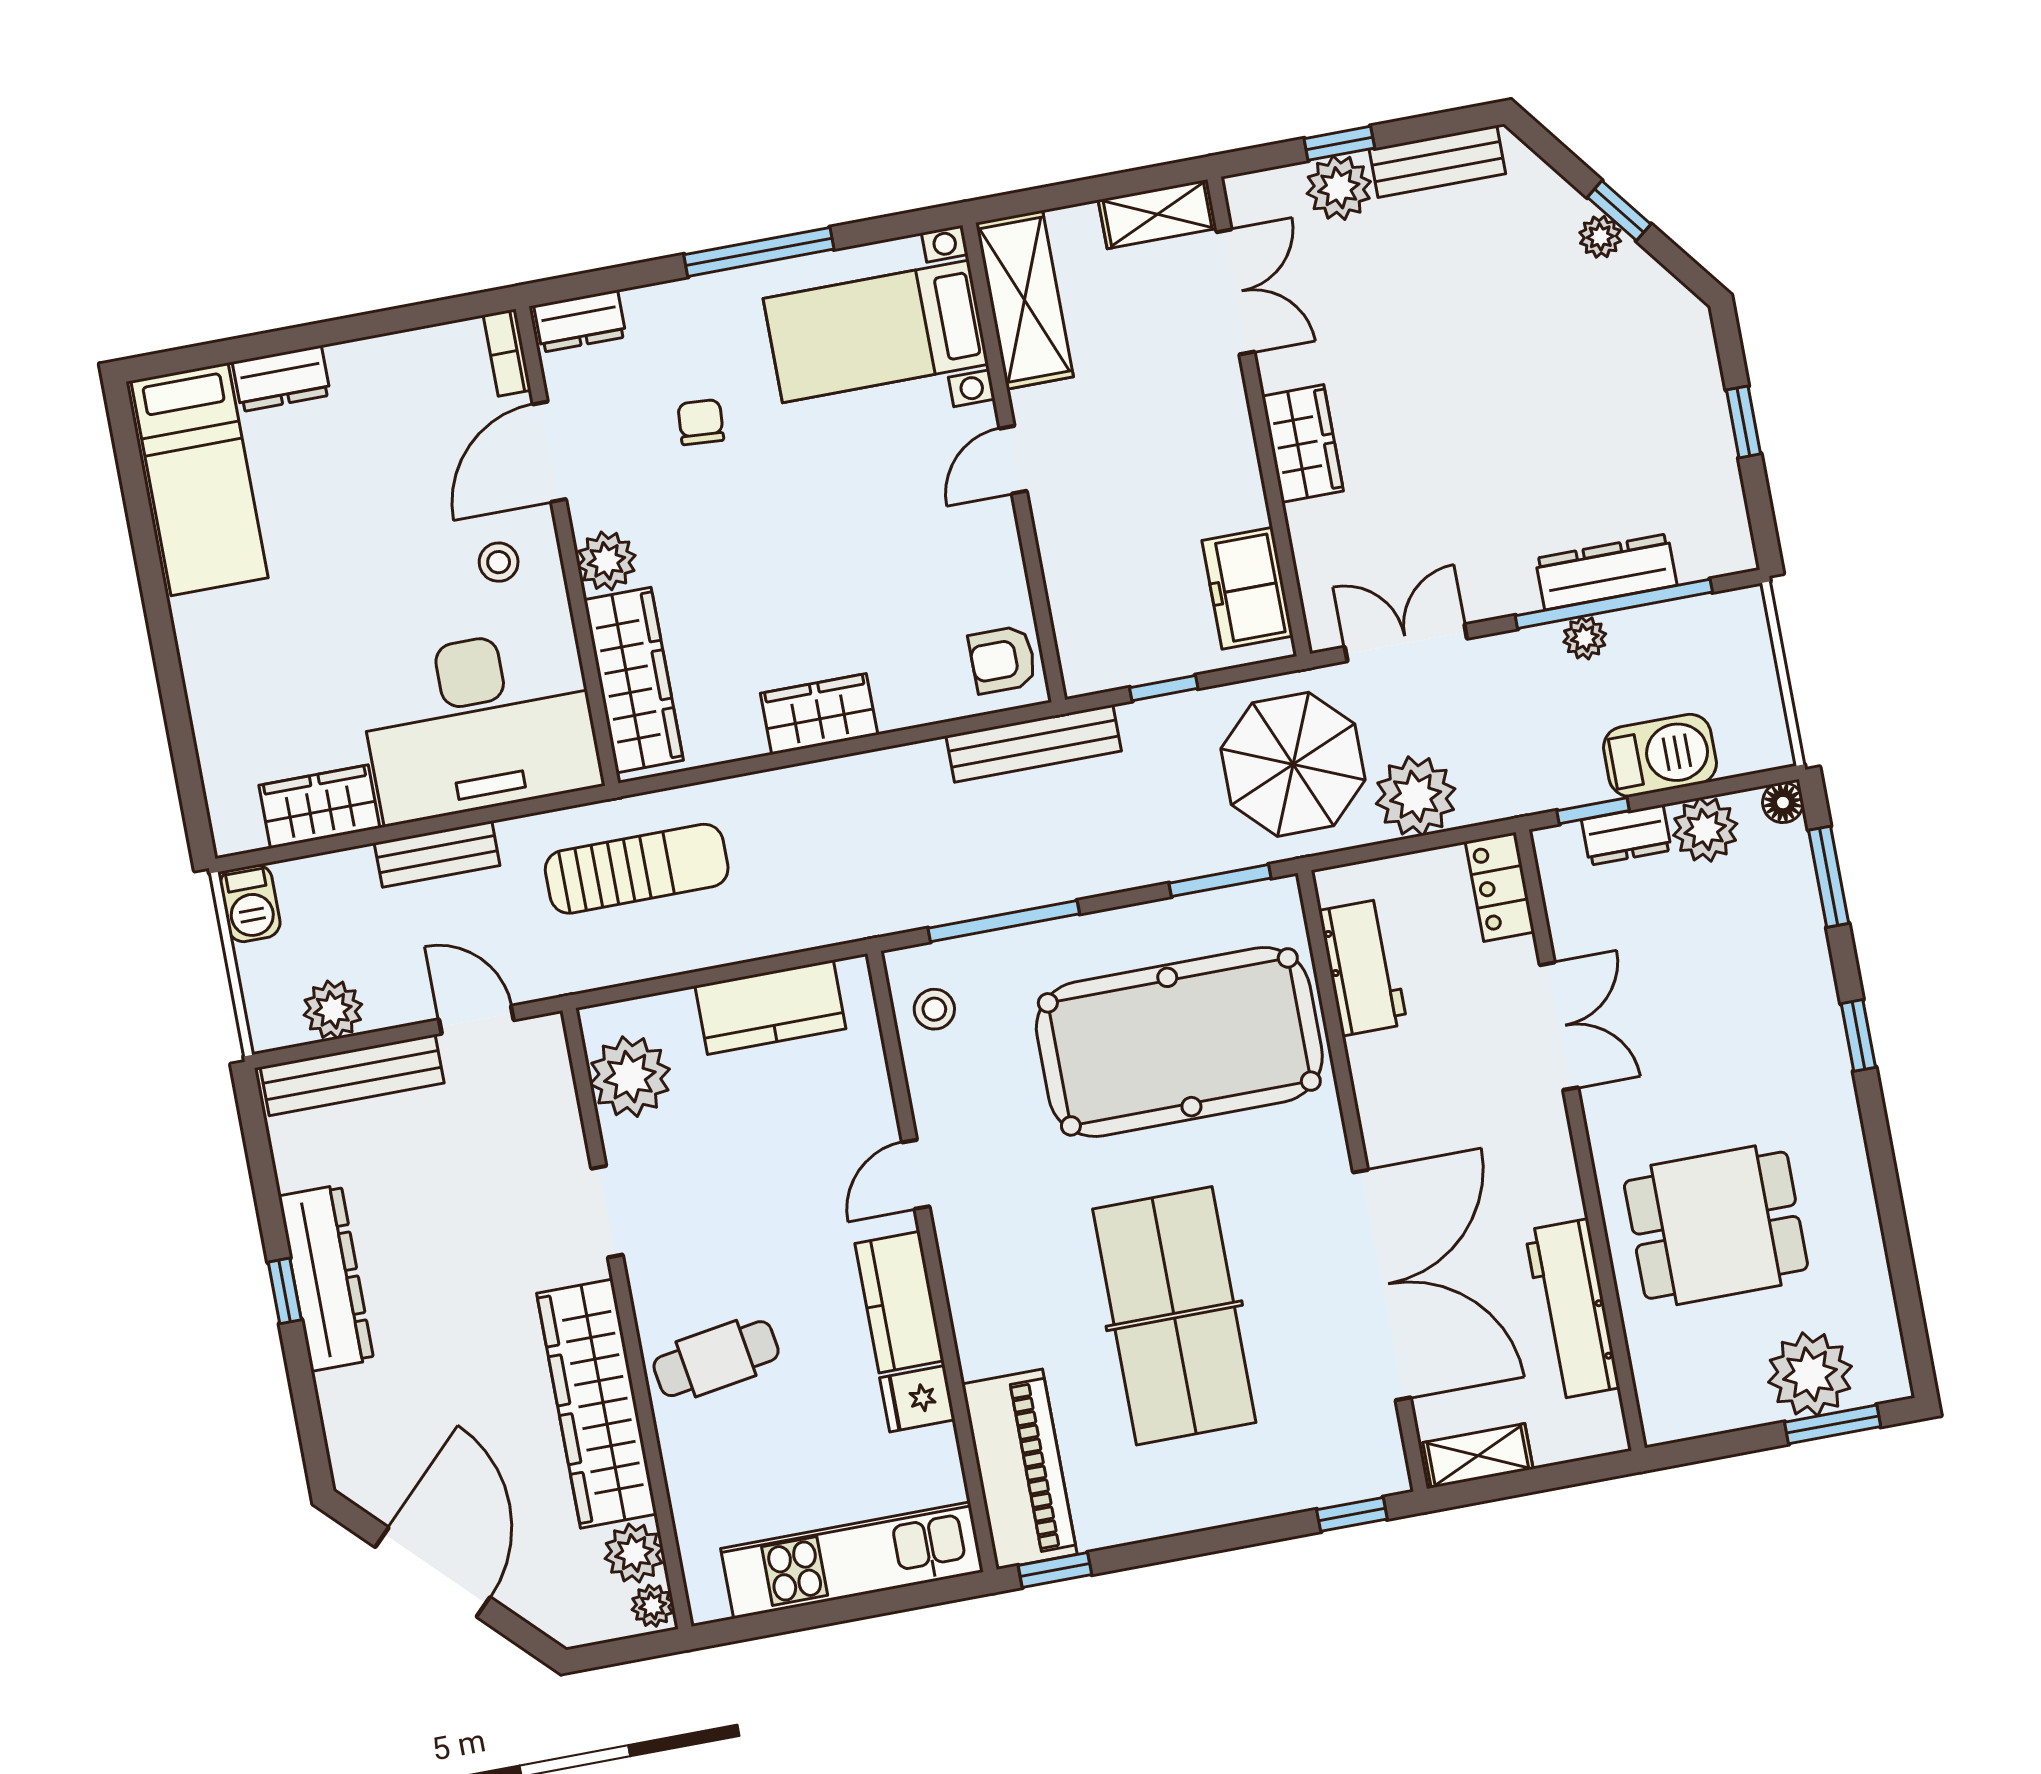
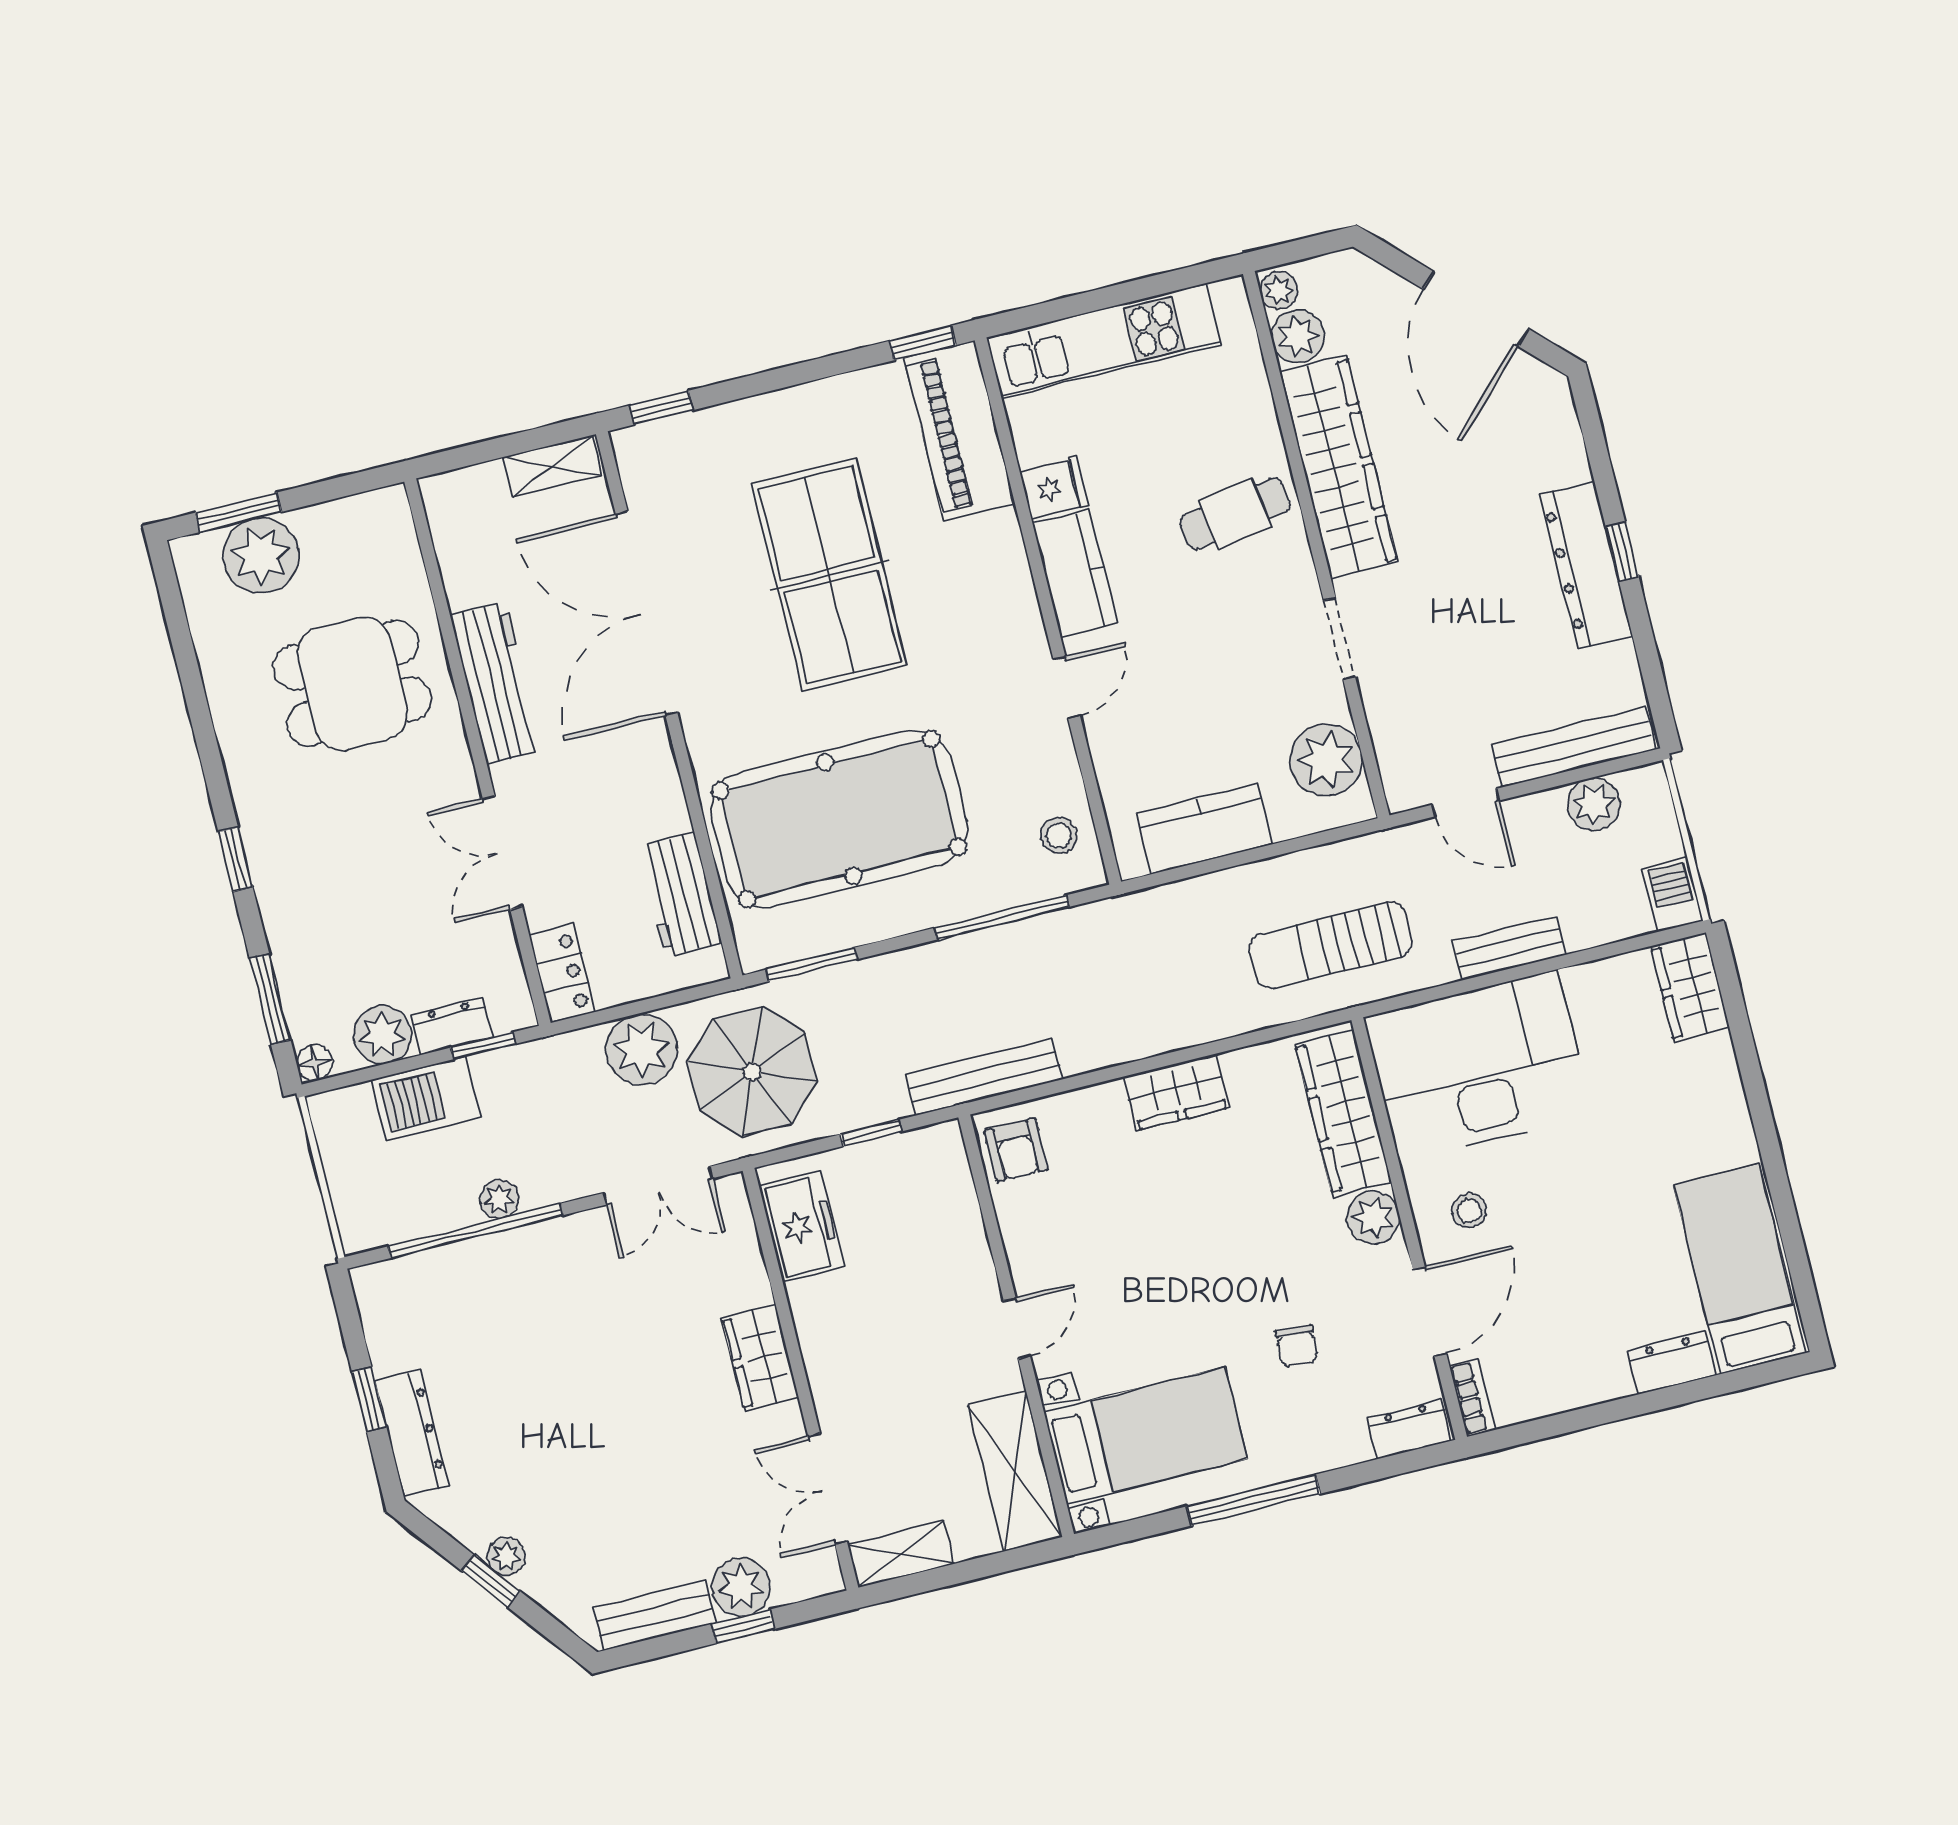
dresser: (1606, 572) -> (412, 1433), moved, turned -90
armchair: (1003, 660) -> (1016, 1150), turned 90
wardrobe: (319, 807) -> (1690, 987), moved, turned 90
workbench: (1572, 1309) -> (496, 683), moved

